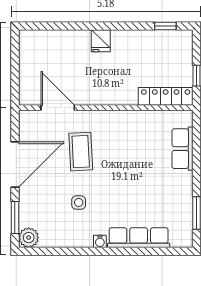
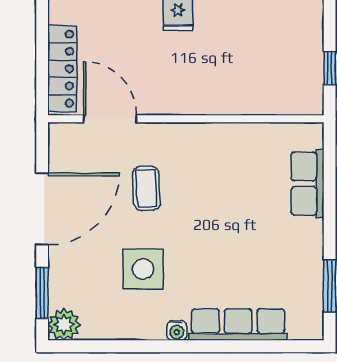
locker: (166, 96) -> (62, 69), moved, turned 90
coffee table: (81, 152) -> (146, 188), width x0.73, depth x0.77
side table: (79, 202) -> (143, 269), width x1.87, depth x1.87

